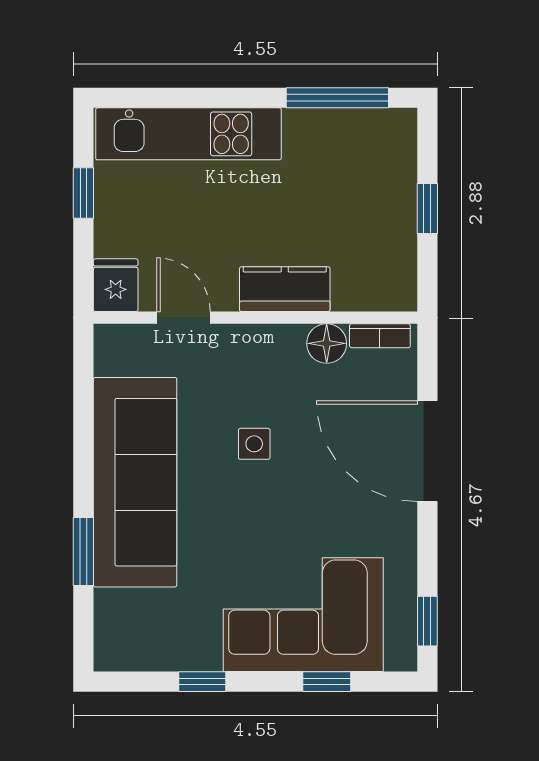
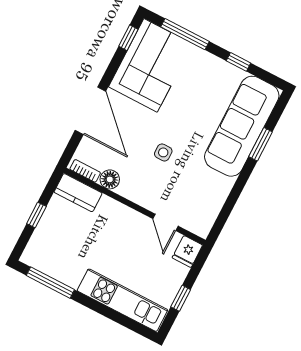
kitchen counter: (285, 289) -> (78, 193), moved
sofa: (135, 482) -> (242, 126), moved
corner sofa: (303, 615) -> (151, 65), moved, turned -90
window: (327, 682) -> (185, 34), width x2.17

